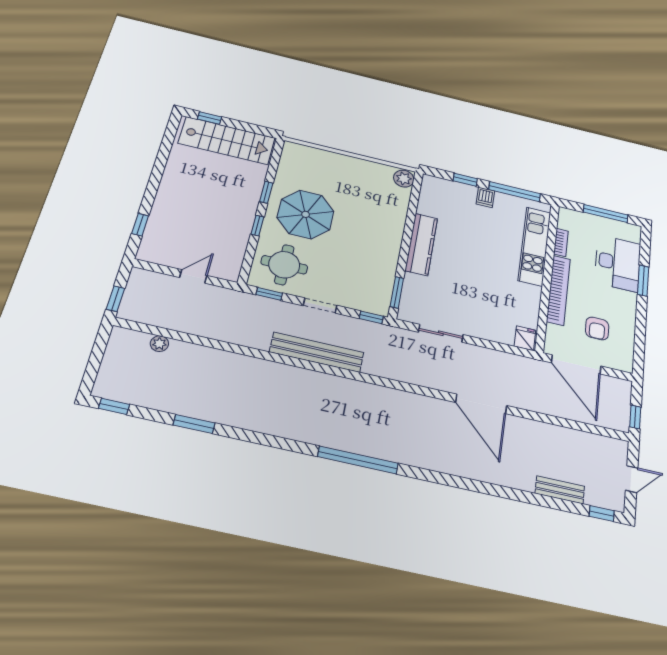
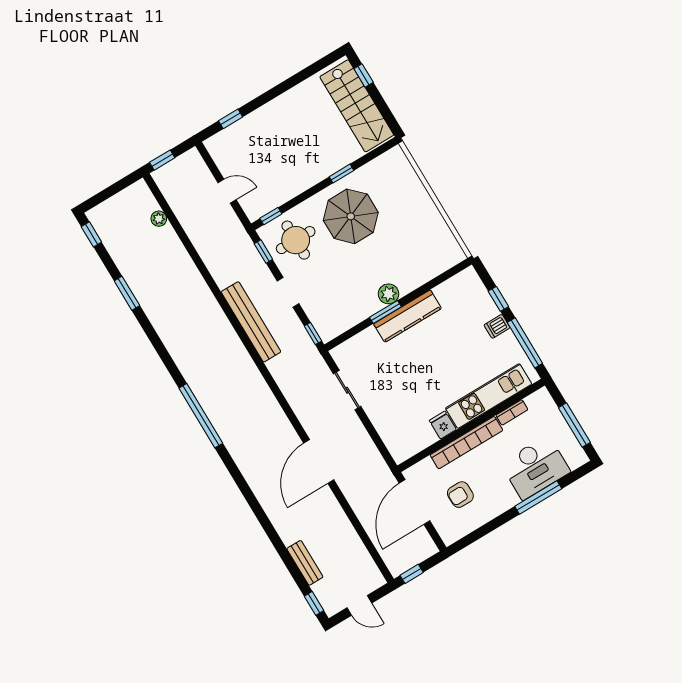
plant: (404, 179) -> (389, 294), moved
window: (257, 226) -> (271, 216), moved
window: (643, 281) -> (538, 497), width x1.44
window: (397, 292) -> (385, 312), moved
fridge: (525, 338) -> (443, 425), moved, turned -90

